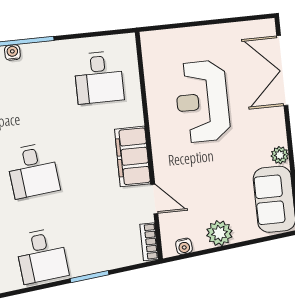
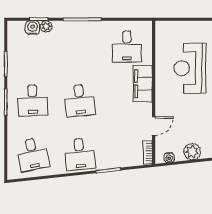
water cooler: (12, 52) -> (75, 25), removed
filing cabinet: (132, 156) -> (143, 84), moved
door: (154, 199) -> (154, 126), hinge flipped

